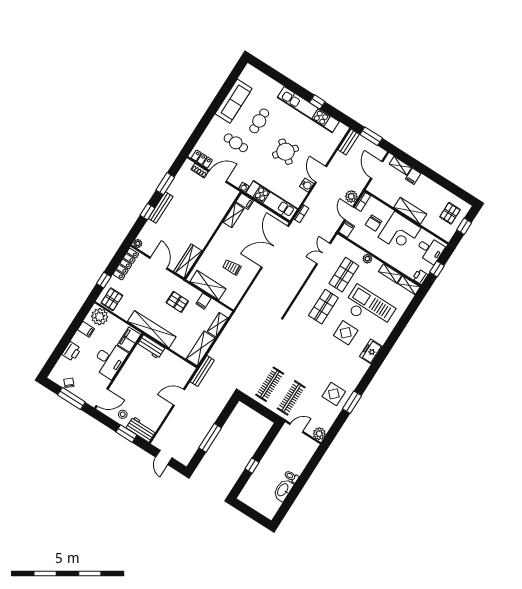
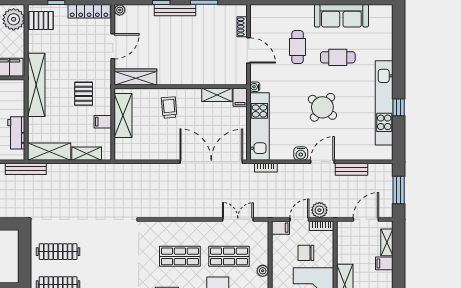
bench: (349, 142) -> (352, 169), moved
locker: (202, 159) -> (256, 21), removed
trolley: (232, 267) -> (169, 107), moved
workbench: (151, 347) -> (16, 133), moved

